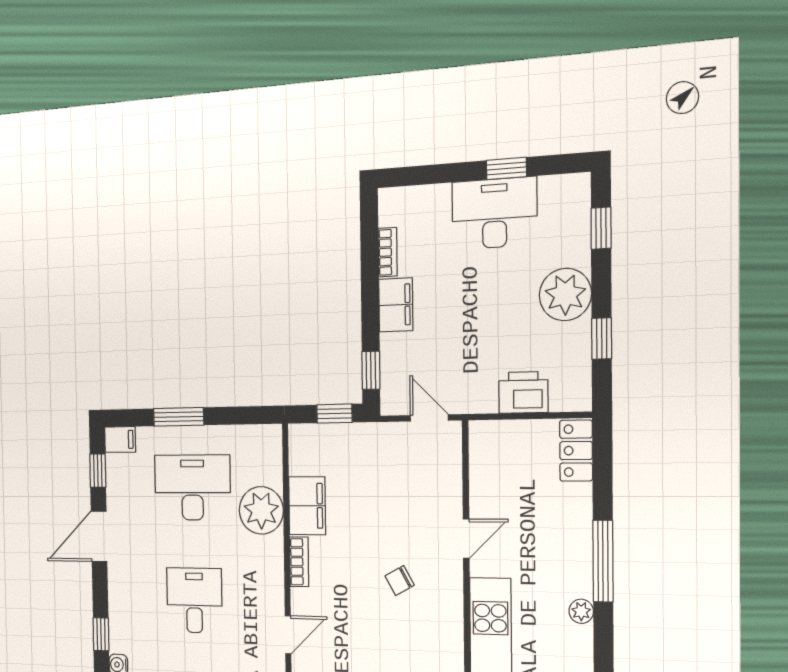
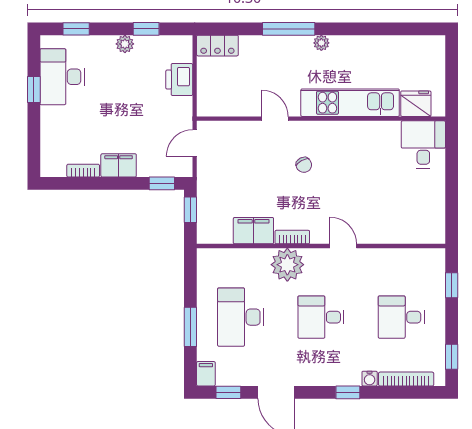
desk: (494, 213) -> (62, 77), moved
plant: (565, 294) -> (125, 44), width x0.53, depth x0.53
plant: (261, 510) -> (287, 265), moved

